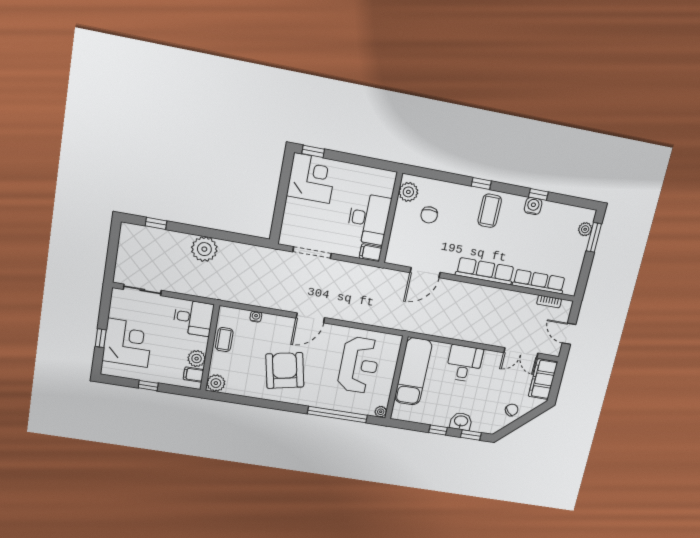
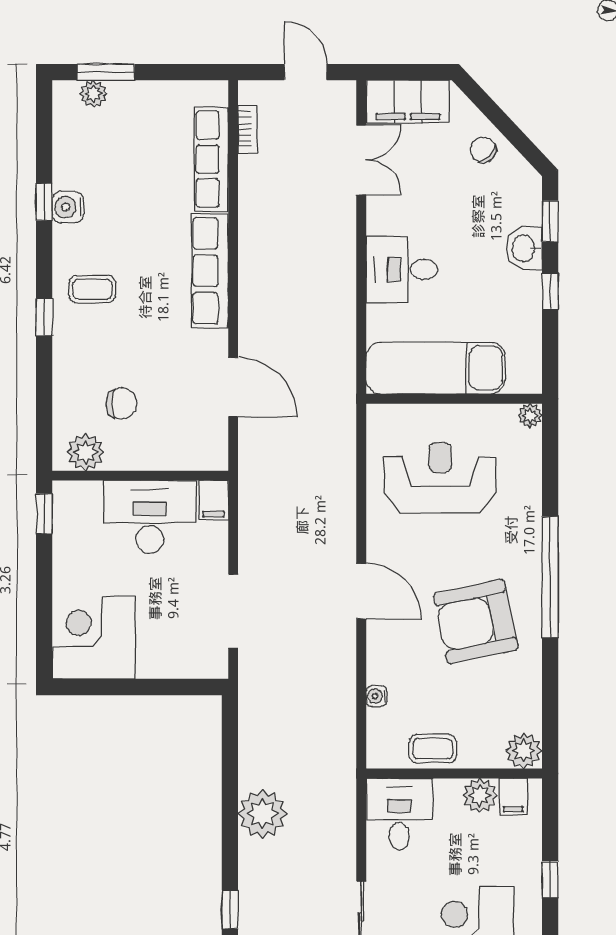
window: (313, 151) -> (44, 514), moved
coffee table: (490, 211) -> (92, 289), width x0.73, depth x0.77
door: (569, 334) -> (306, 72), swing flipped
window: (337, 415) -> (550, 577), moved

